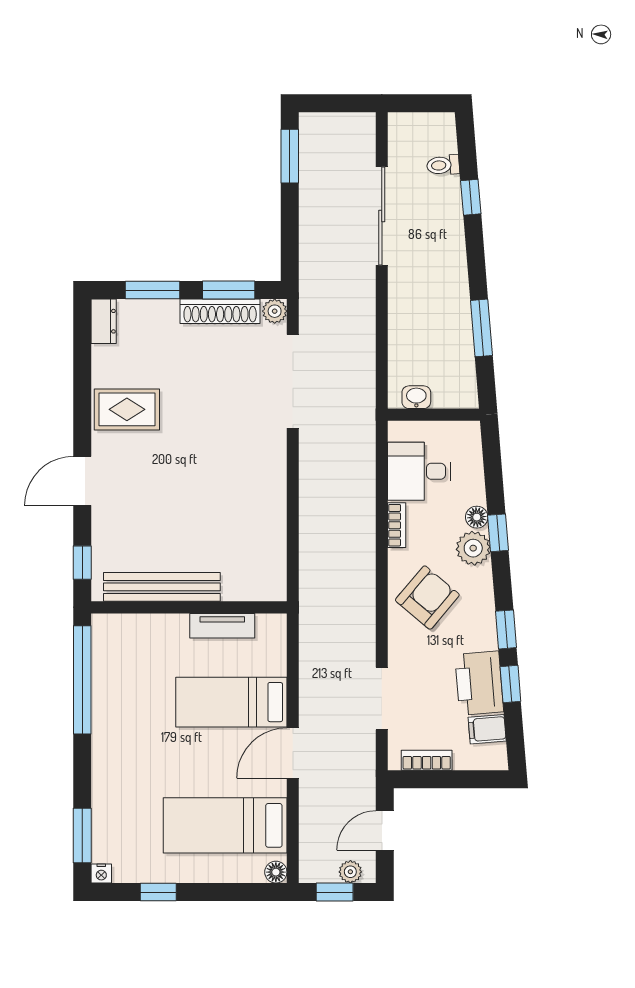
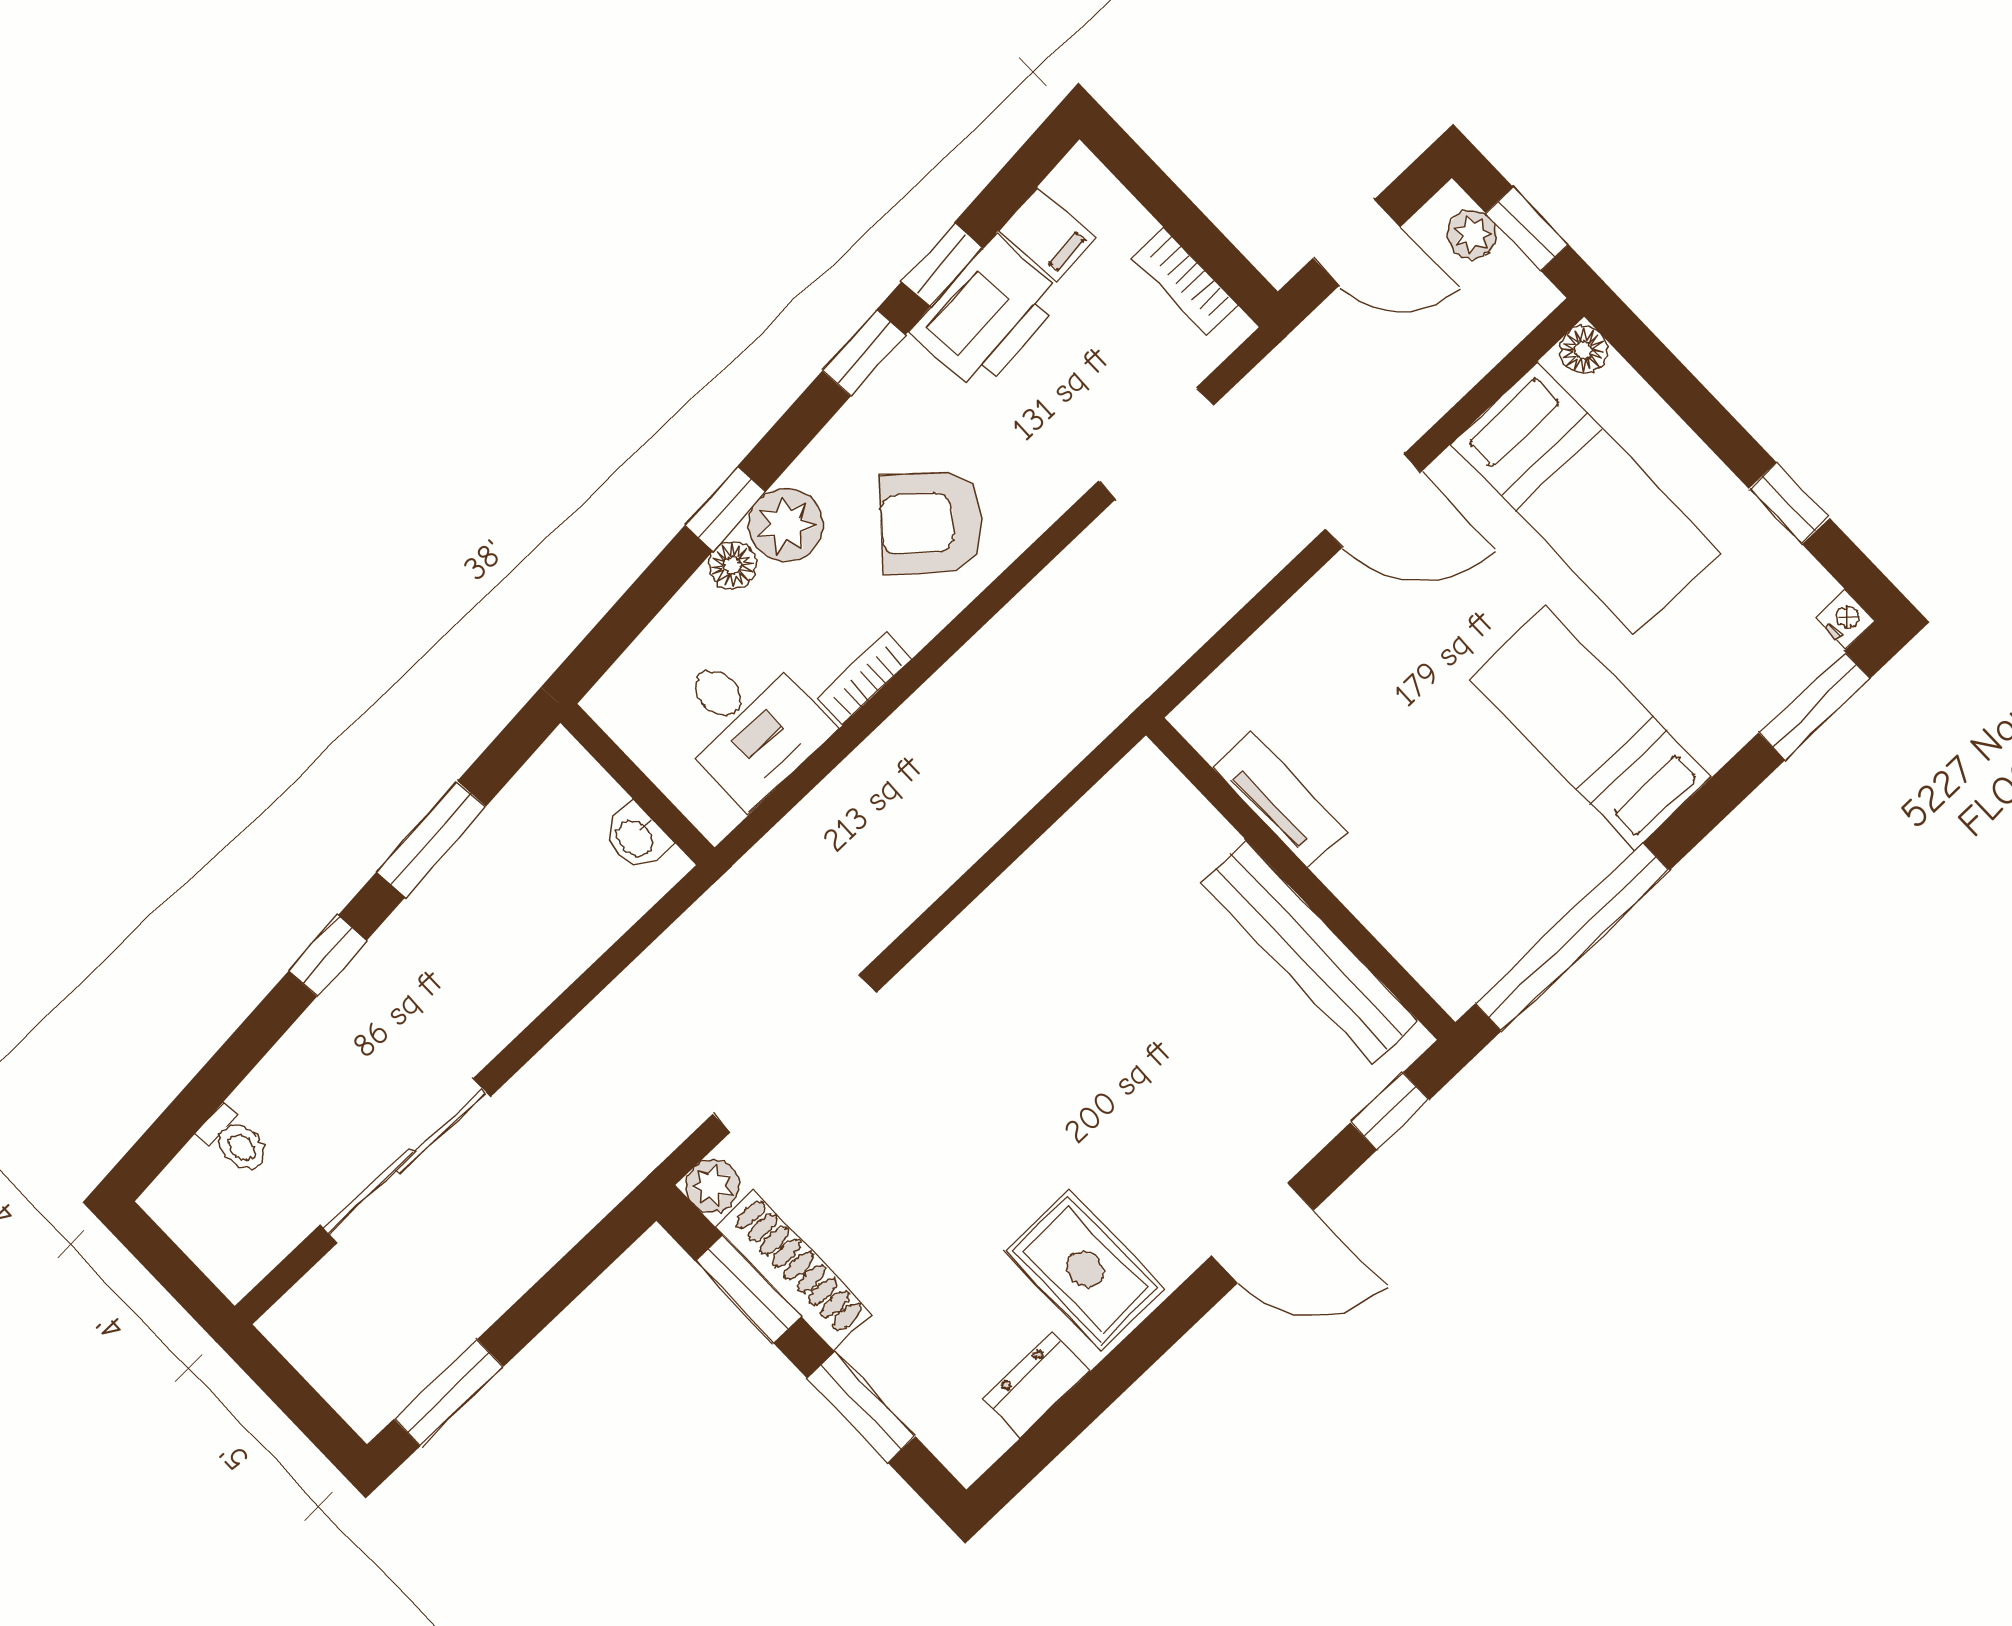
window: (471, 197) -> (328, 956), moved
dresser: (104, 321) -> (1037, 1385), moved
bed: (231, 702) -> (1590, 728), moved, turned 180

